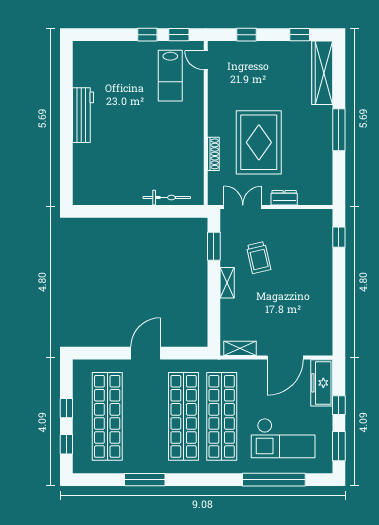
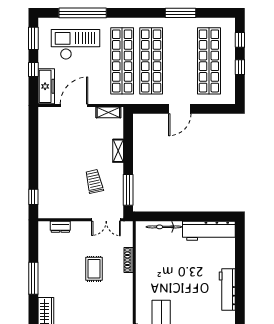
rug: (259, 142) -> (94, 269), width x0.54, depth x0.49
workbench: (107, 192) -> (209, 231), added
dresser: (284, 198) -> (60, 227), moved
window: (214, 246) -> (128, 190), width x1.44
shelving: (227, 283) -> (118, 151), moved

